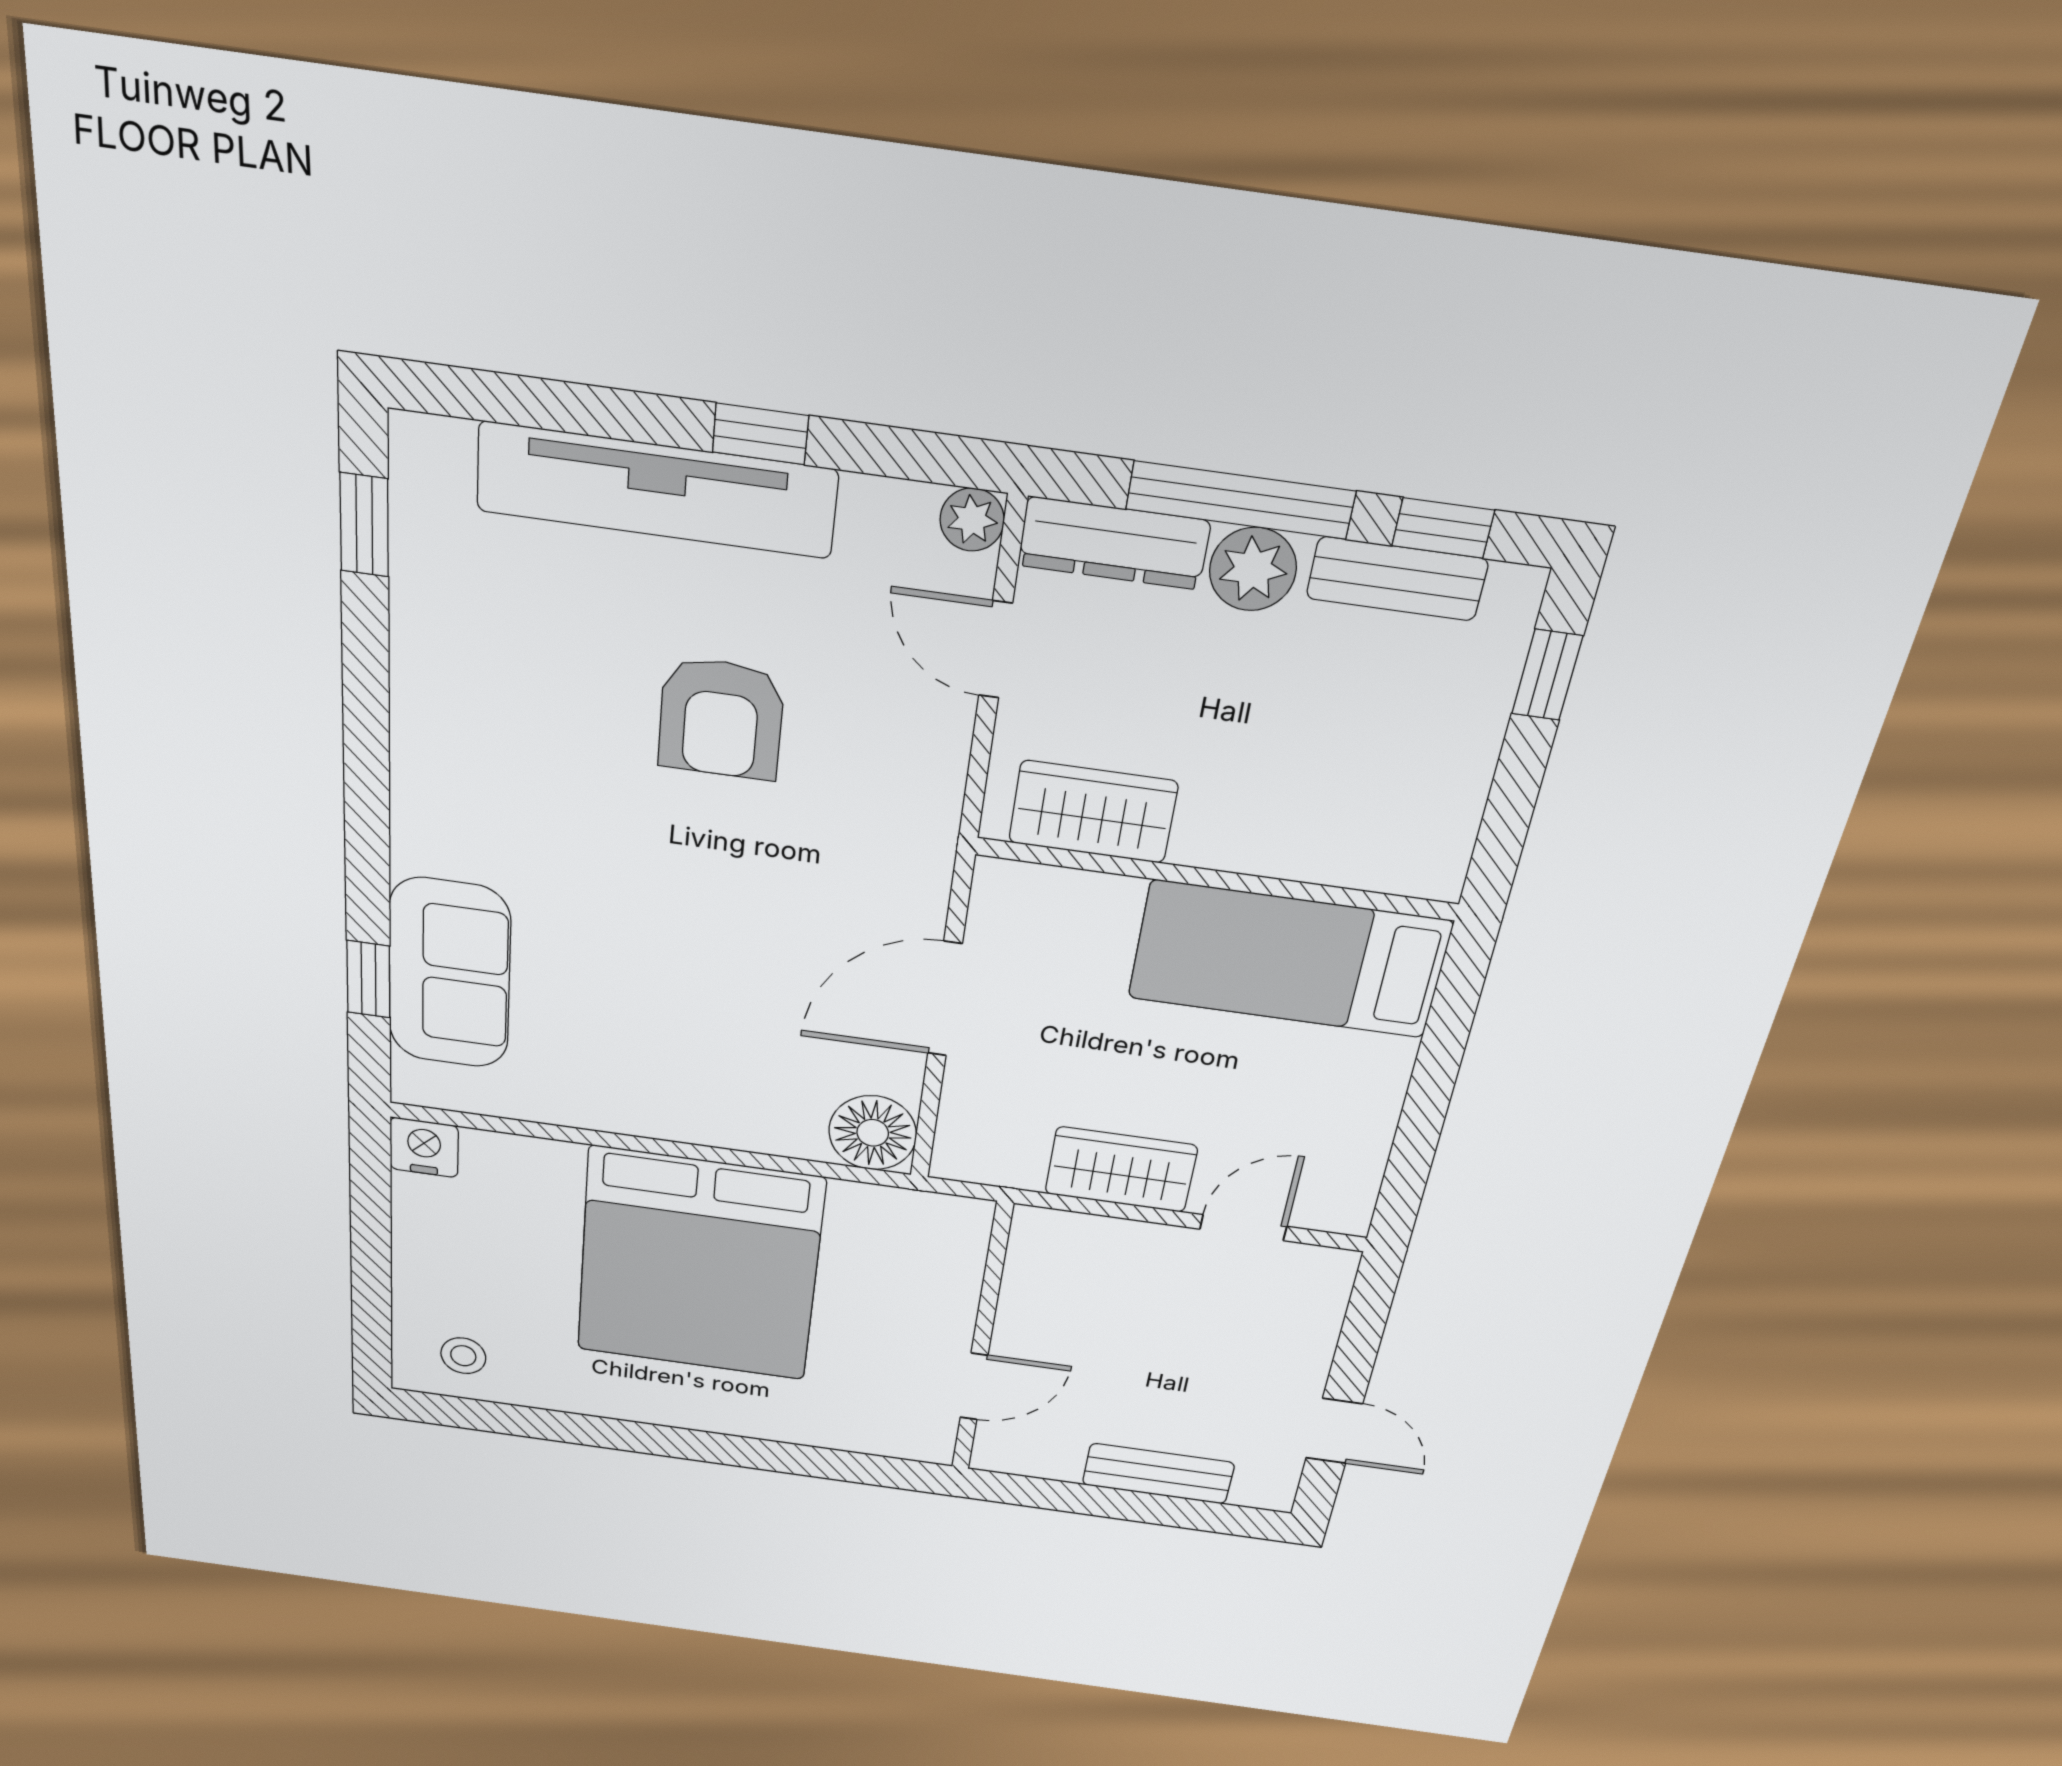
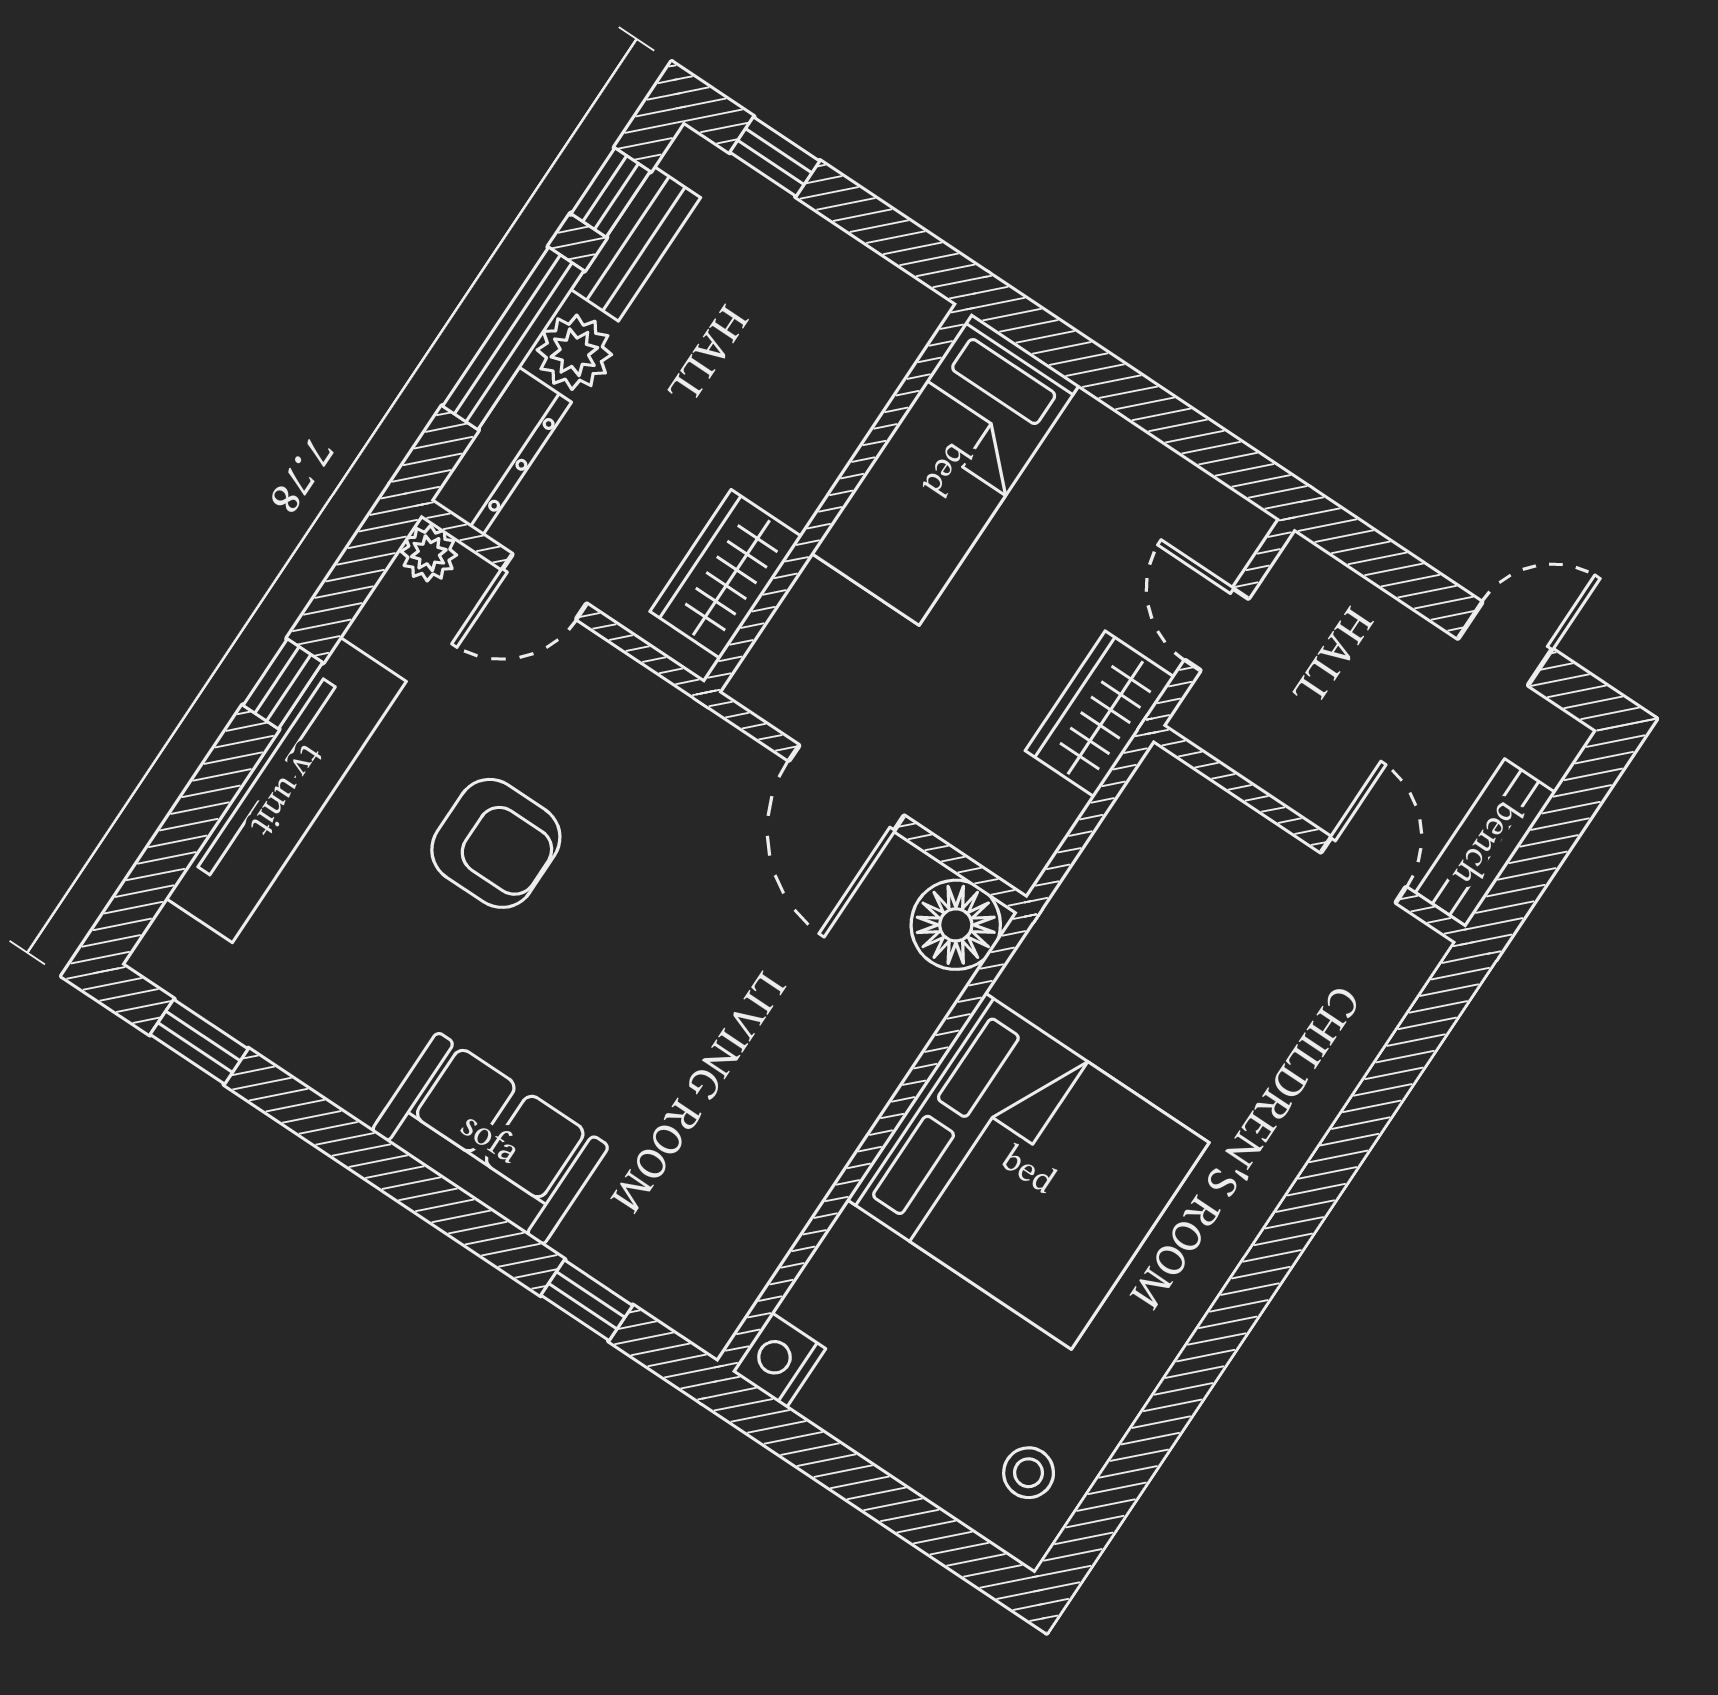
sofa: (449, 974) -> (490, 1139), moved
wall: (982, 1340) -> (1309, 834), moved
door: (974, 1386) -> (1363, 870), moved

